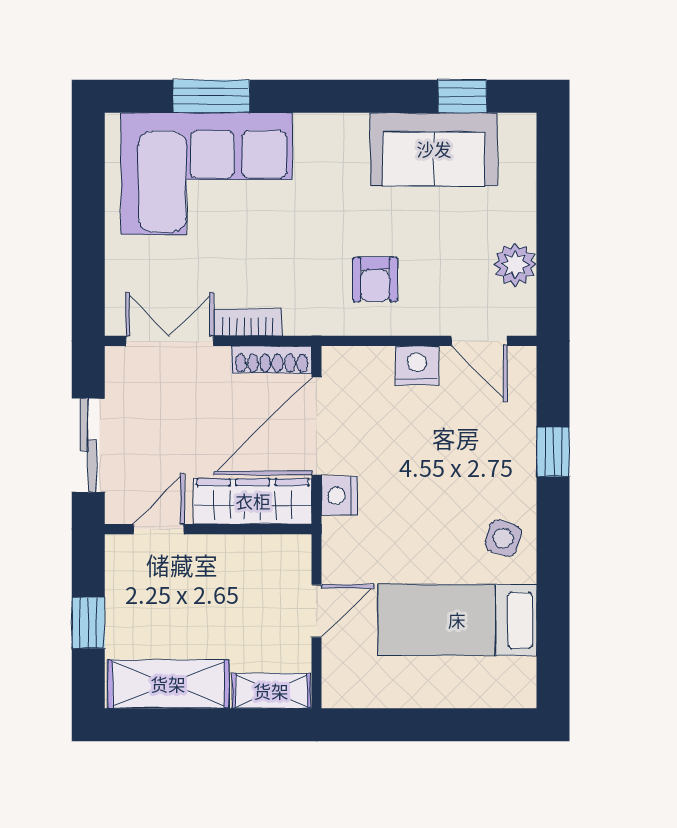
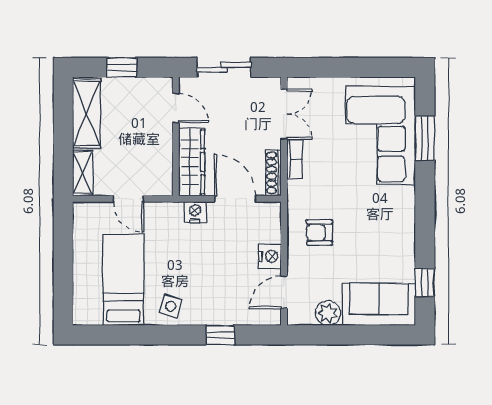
sofa: (434, 149) -> (379, 304), moved, turned 90
door: (317, 426) -> (235, 199), width x0.73

